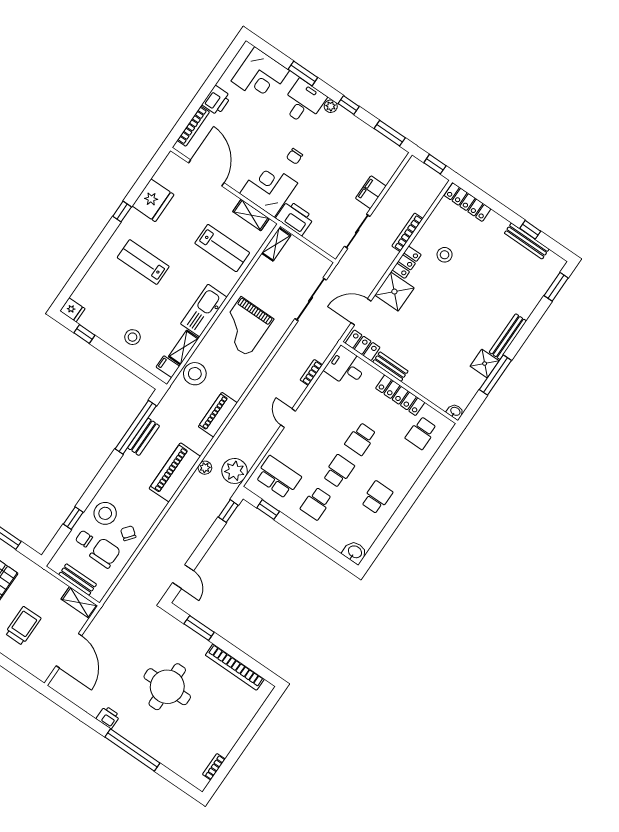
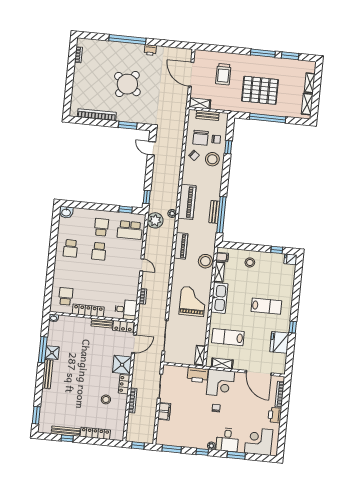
locker: (467, 202) -> (95, 433), moved
school desk: (361, 439) -> (97, 275), removed
round table: (167, 687) -> (127, 84), turned 36

